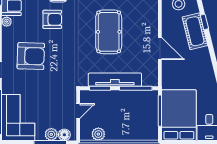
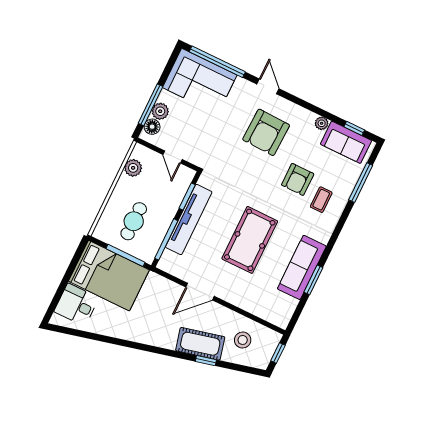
pool table: (109, 32) -> (250, 240), turned 90
cafe table: (134, 116) -> (134, 221), added

